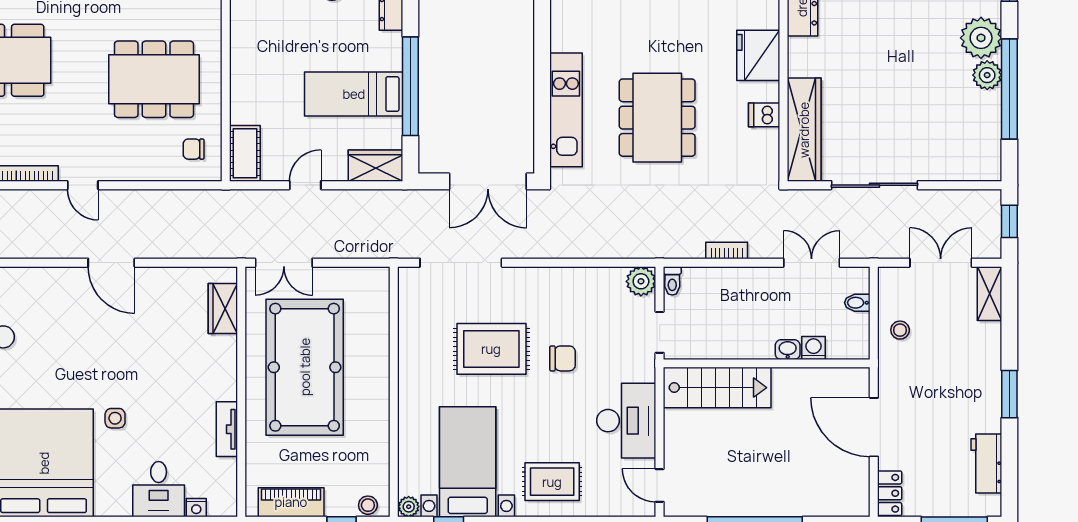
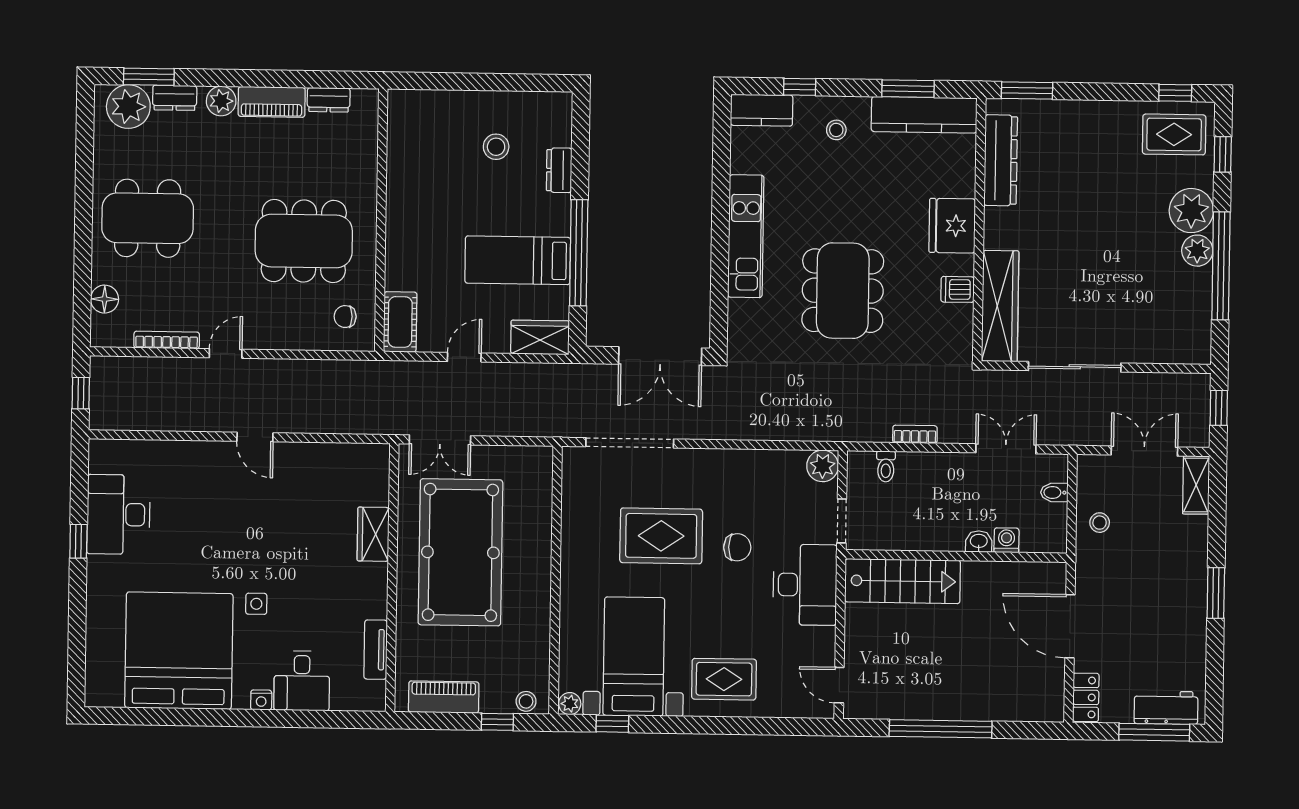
kitchen unit: (566, 110) -> (746, 236), moved
door: (83, 185) -> (226, 353), swing flipped
door: (111, 263) -> (255, 437), width x0.73
toilet: (672, 281) -> (886, 466), moved
wardrobe: (223, 309) -> (373, 534), moved
desk: (626, 421) -> (805, 585), moved
tv unit: (227, 429) -> (376, 650), moved
workbench: (986, 463) -> (1166, 708), moved, turned 90
nightstand: (196, 508) -> (261, 700), moved

